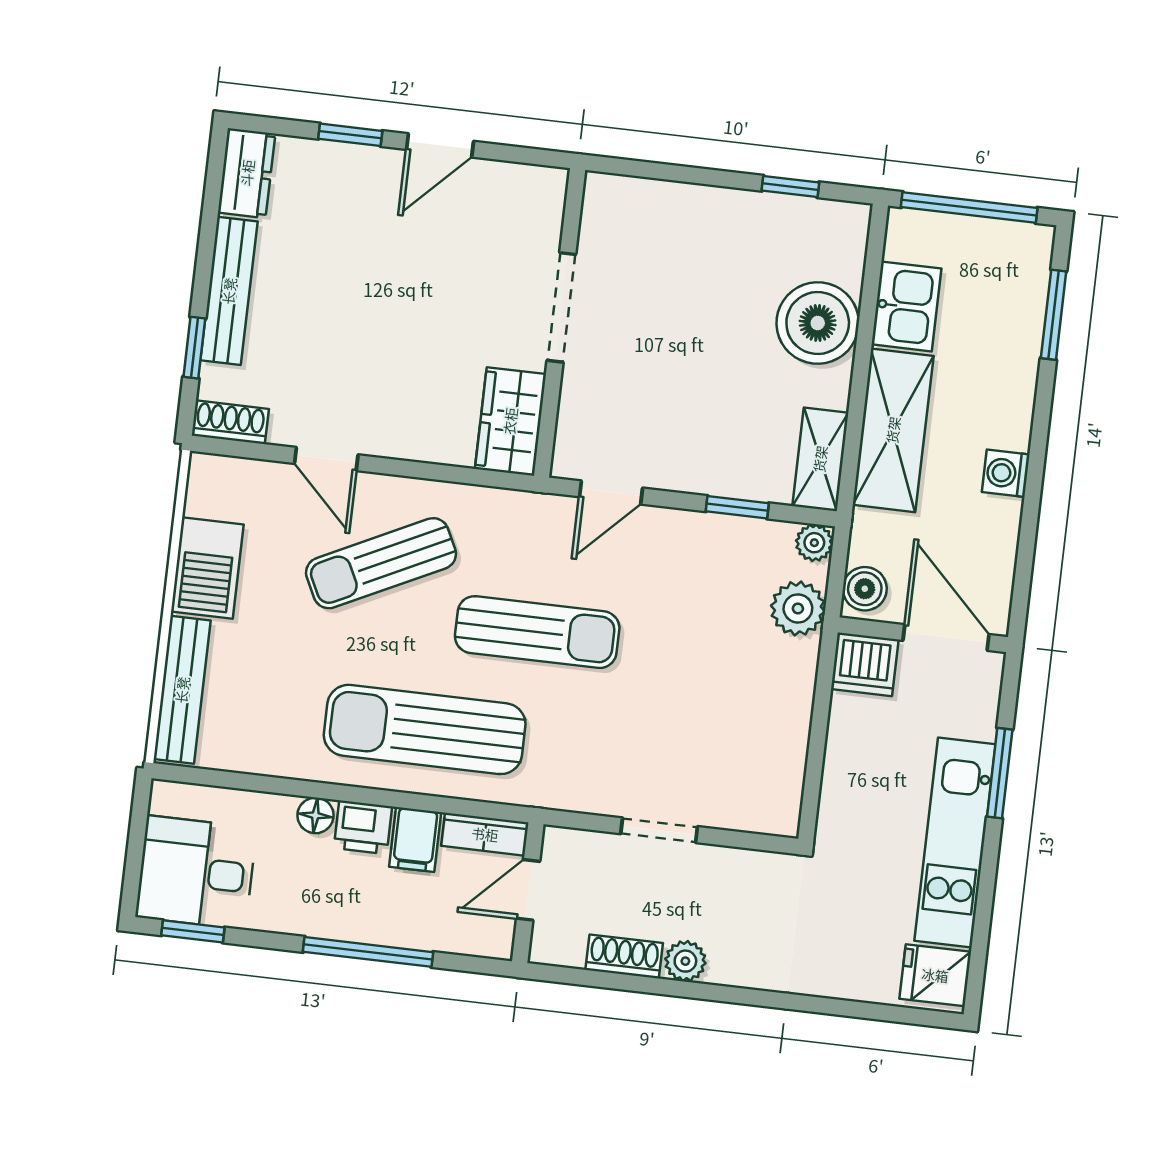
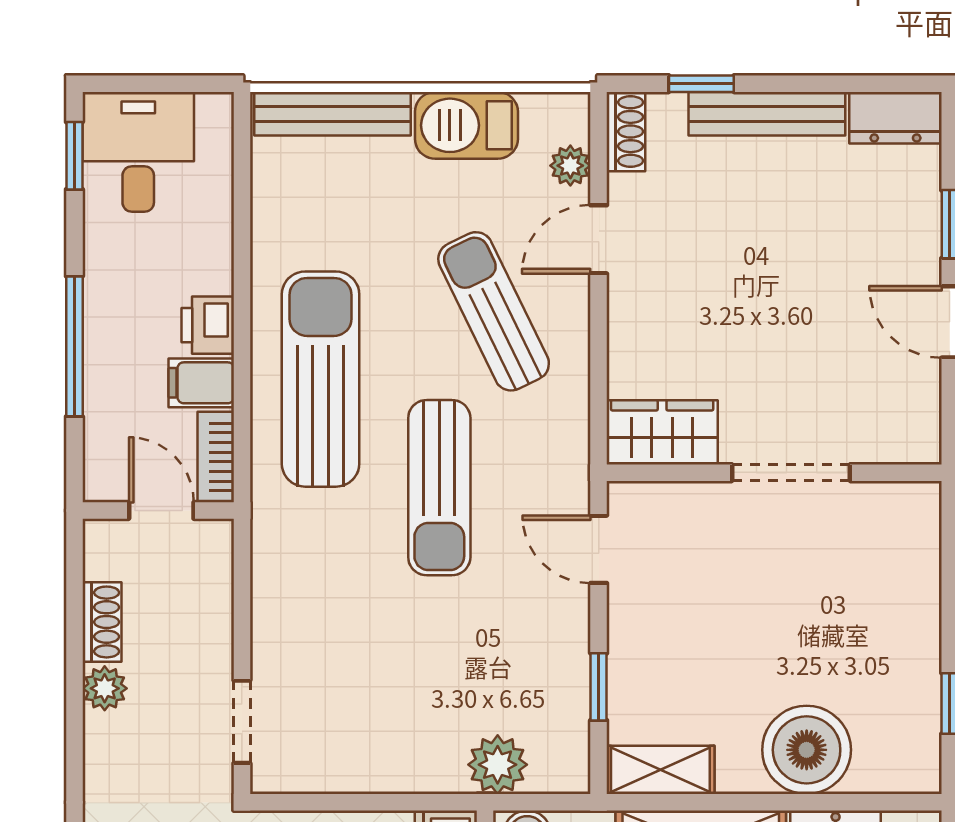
plant: (814, 543) -> (570, 166), moved
floor lamp: (315, 815) -> (214, 273), removed
doorway: (659, 830) -> (242, 722), moved

